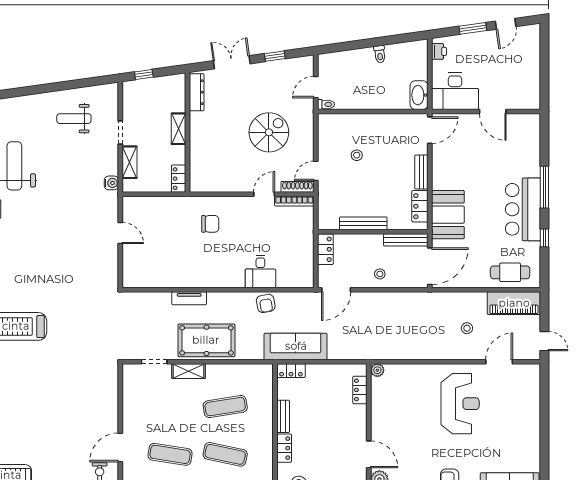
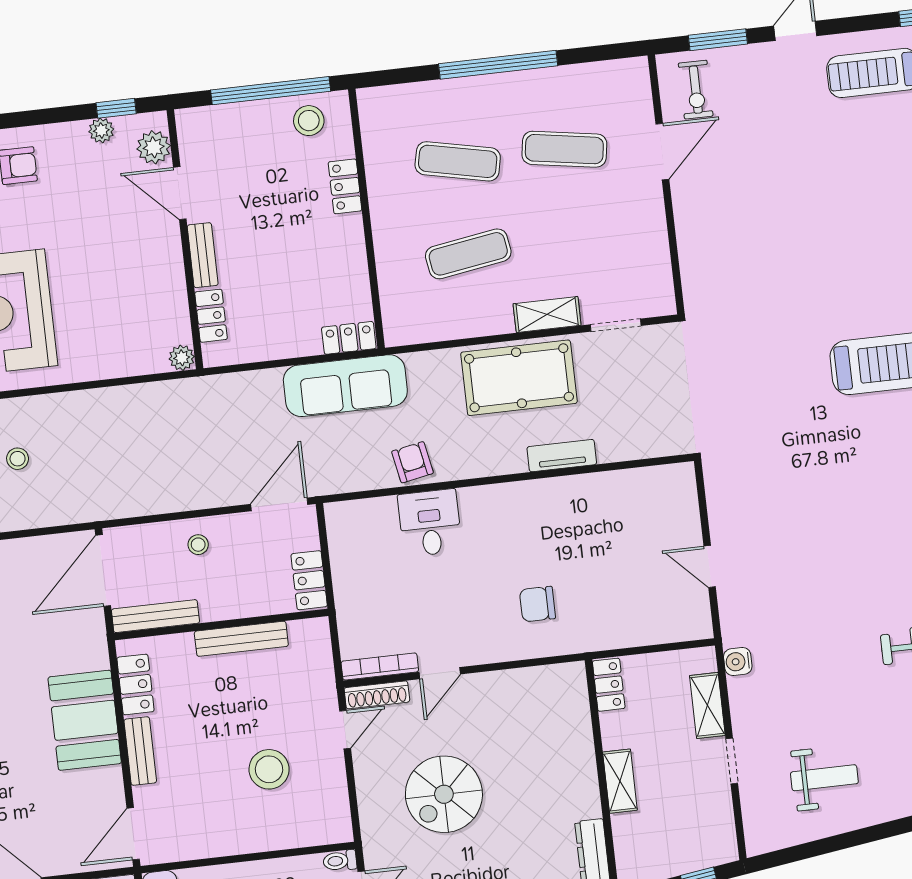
stool: (357, 155) -> (269, 769), width x1.89, depth x1.89
booth: (448, 215) -> (85, 720), moved
bench: (283, 416) -> (203, 255), moved

